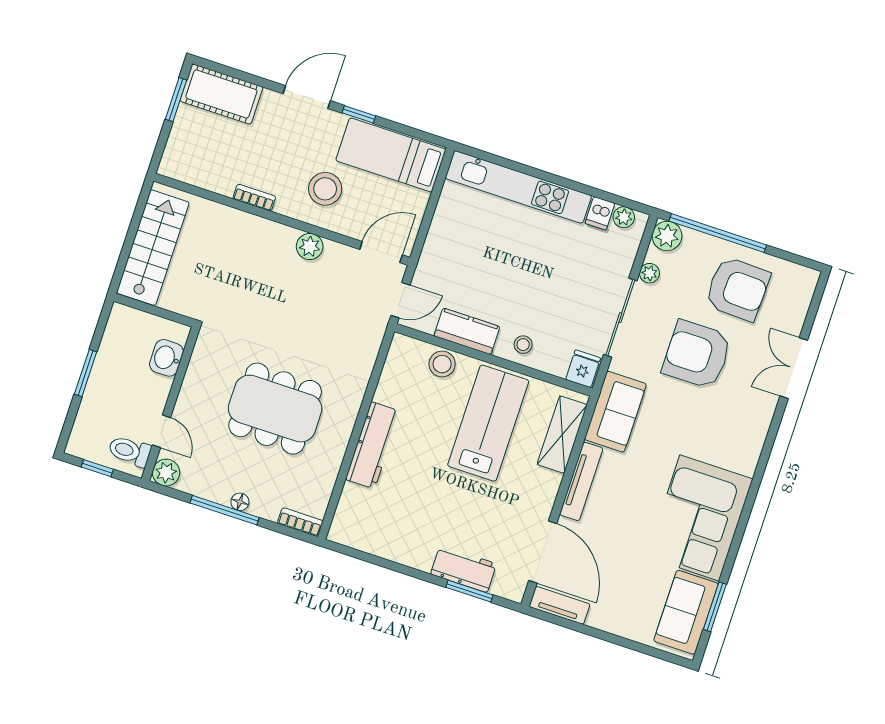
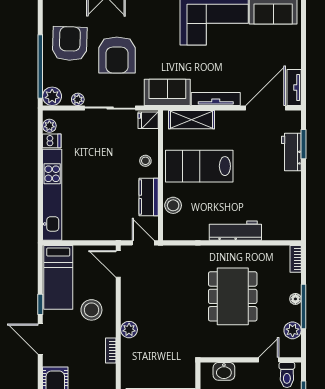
plant: (310, 247) -> (129, 330), moved
plant: (166, 473) -> (293, 330), moved

